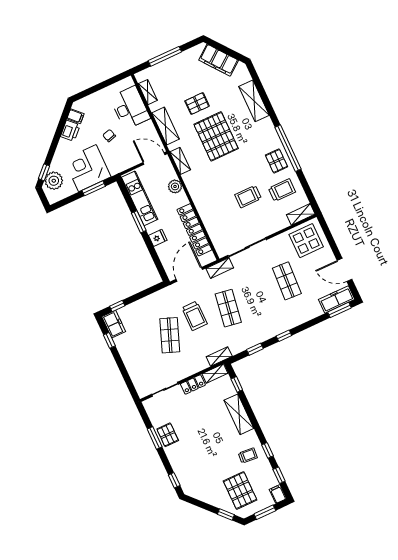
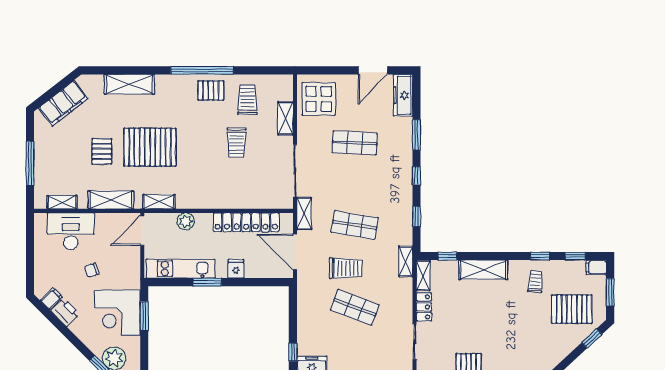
shelving: (301, 214) -> (285, 118), moved
window: (339, 310) -> (417, 135), moved

